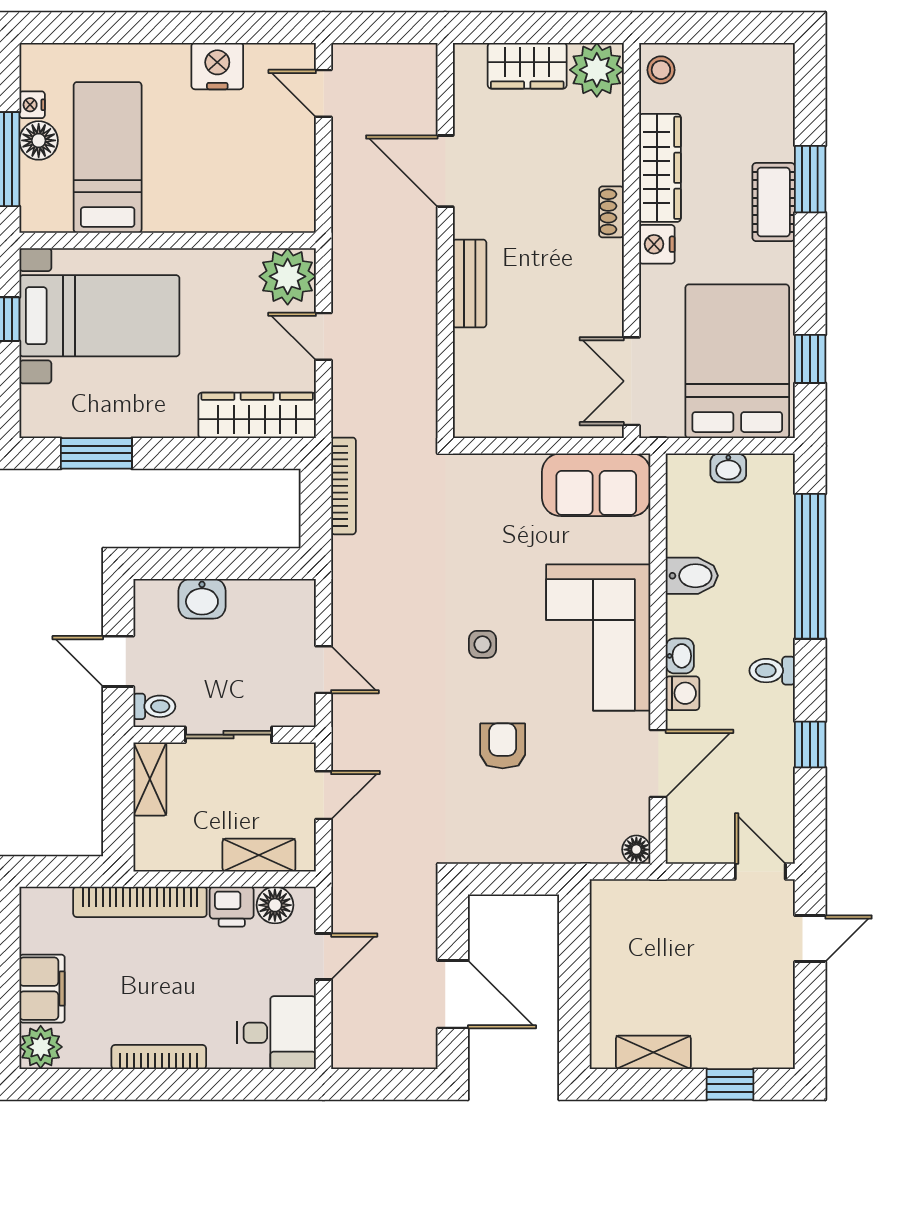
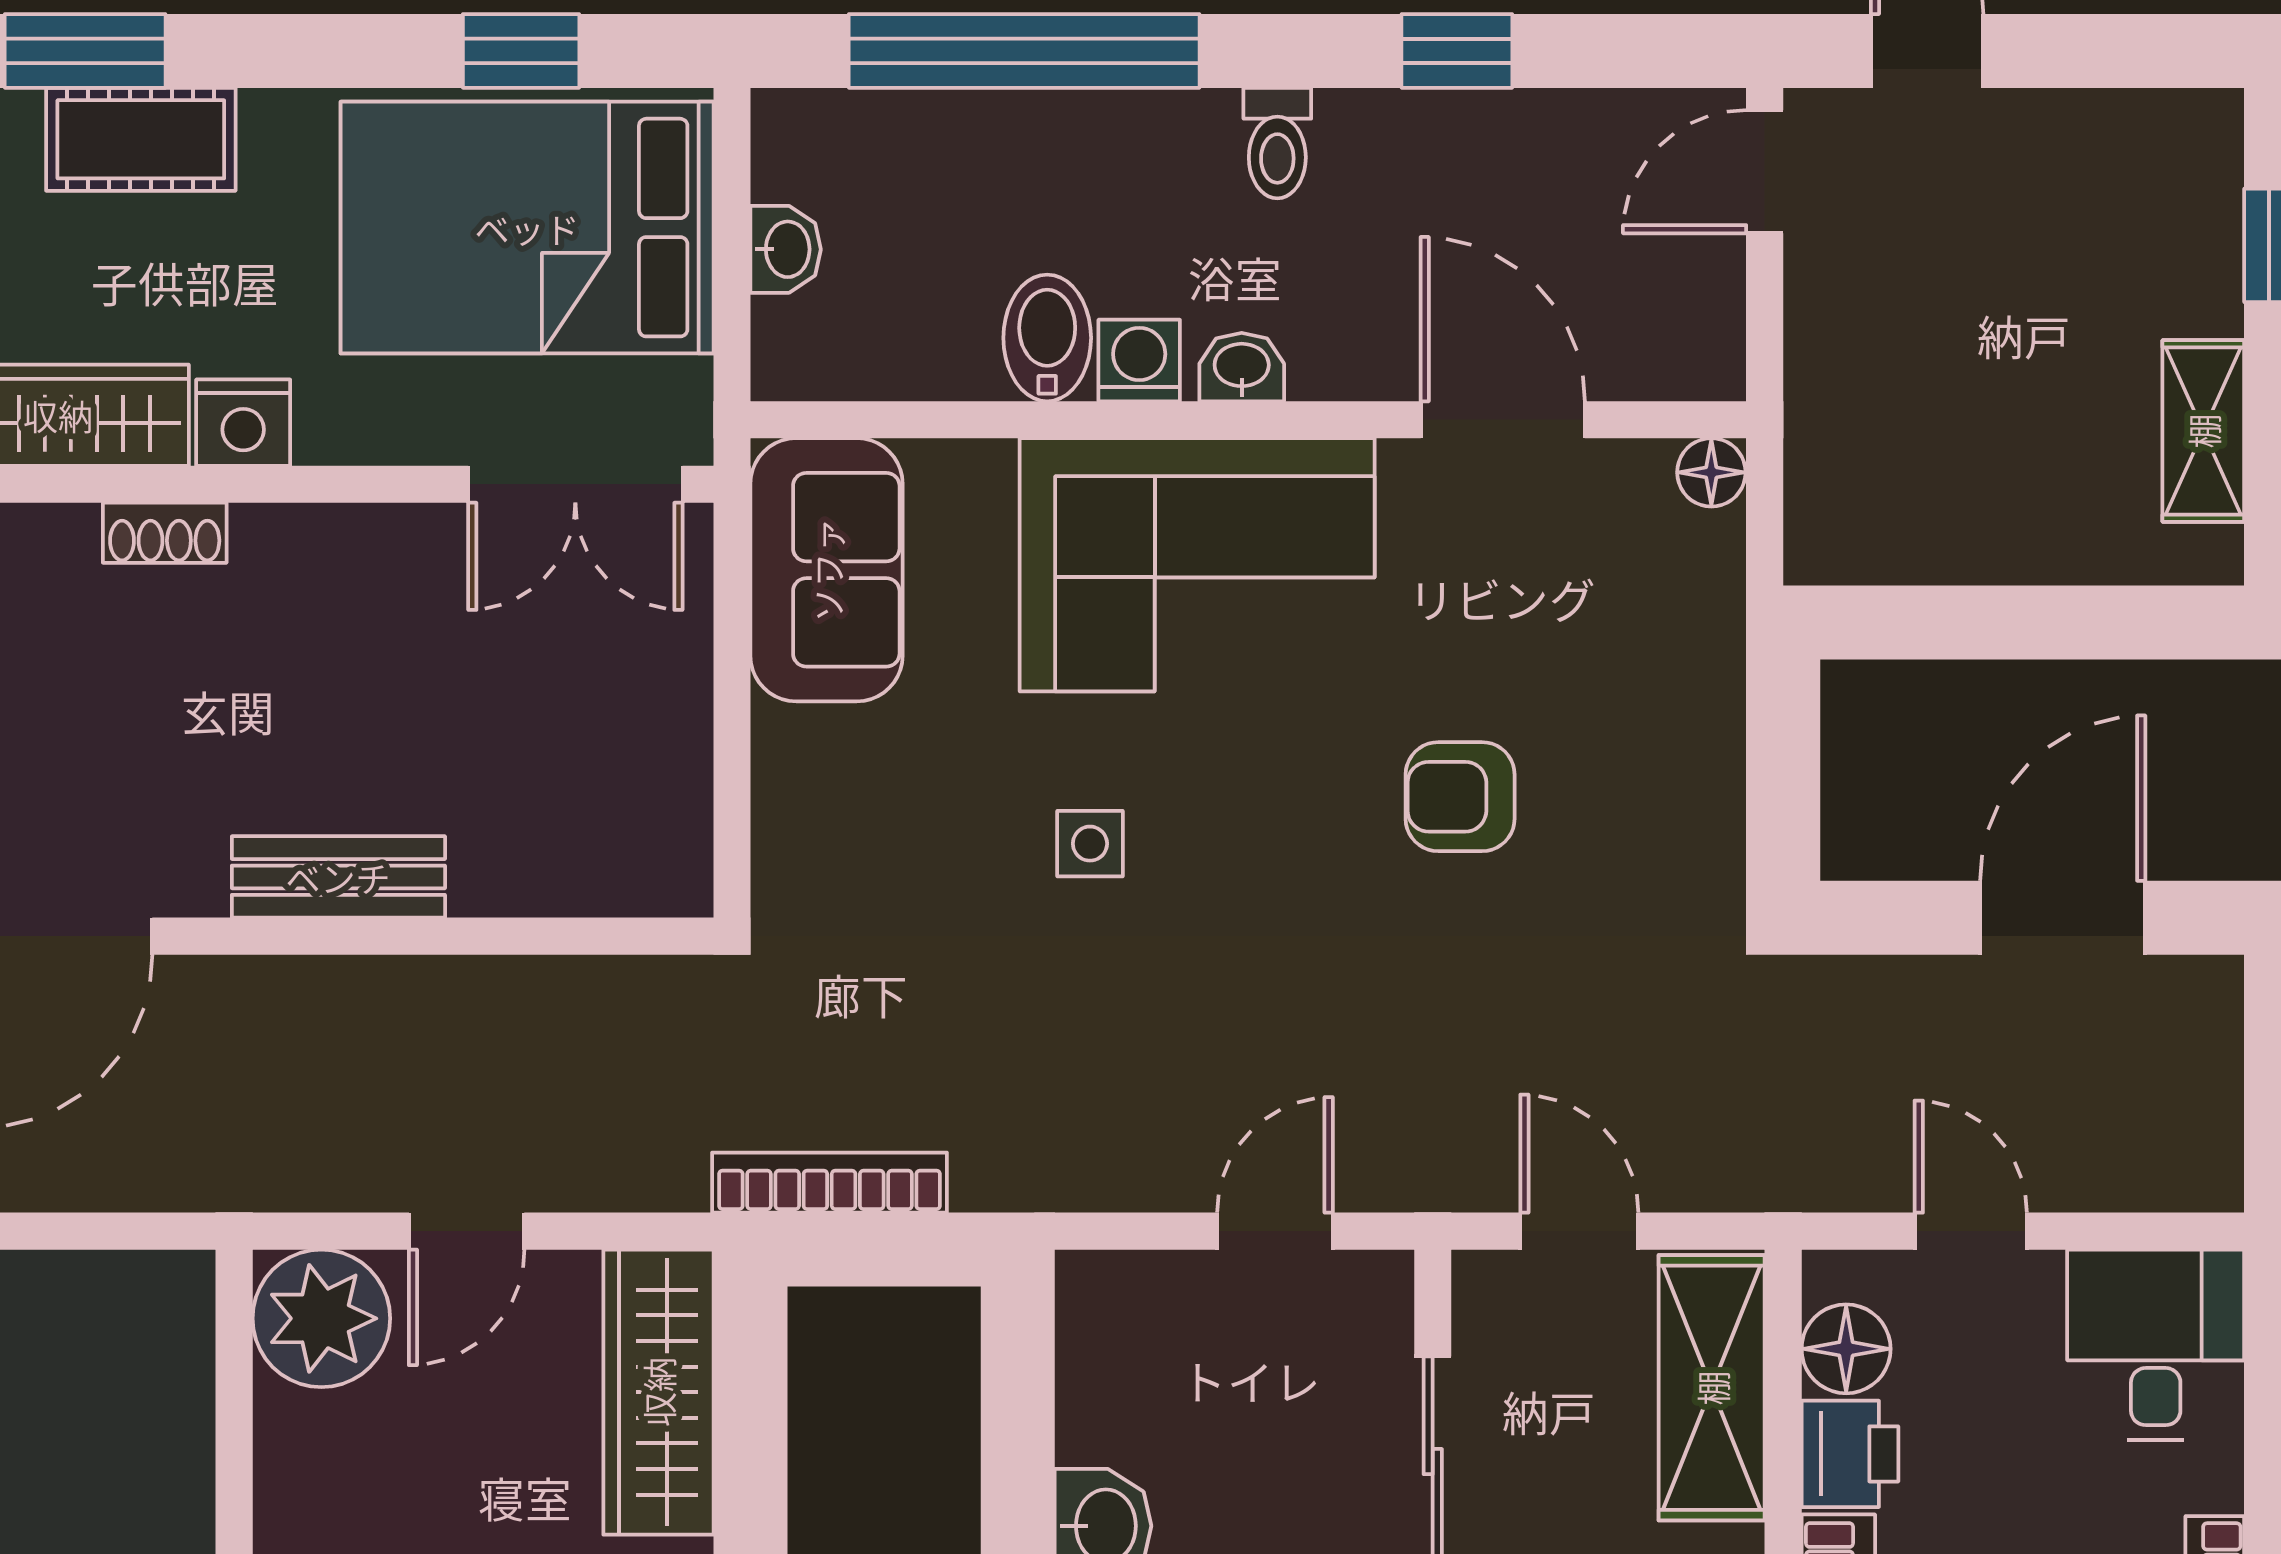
side table: (482, 644) -> (1090, 844), moved
washing machine: (682, 693) -> (1139, 360), moved
shelving: (259, 855) -> (1712, 1388), width x1.50, depth x1.33

